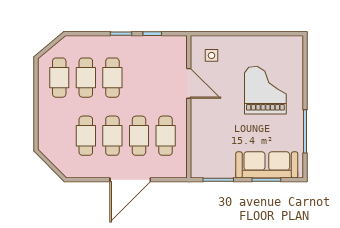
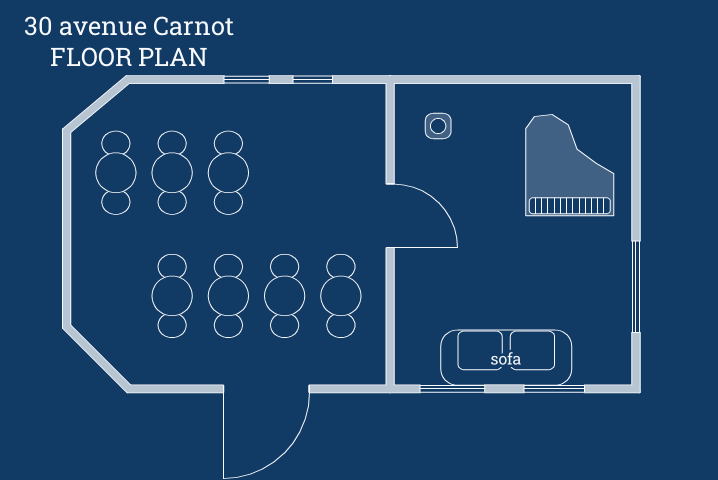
door: (189, 83) -> (390, 216), moved
grand piano: (265, 90) -> (570, 165), moved
sofa: (267, 165) -> (506, 358), moved

